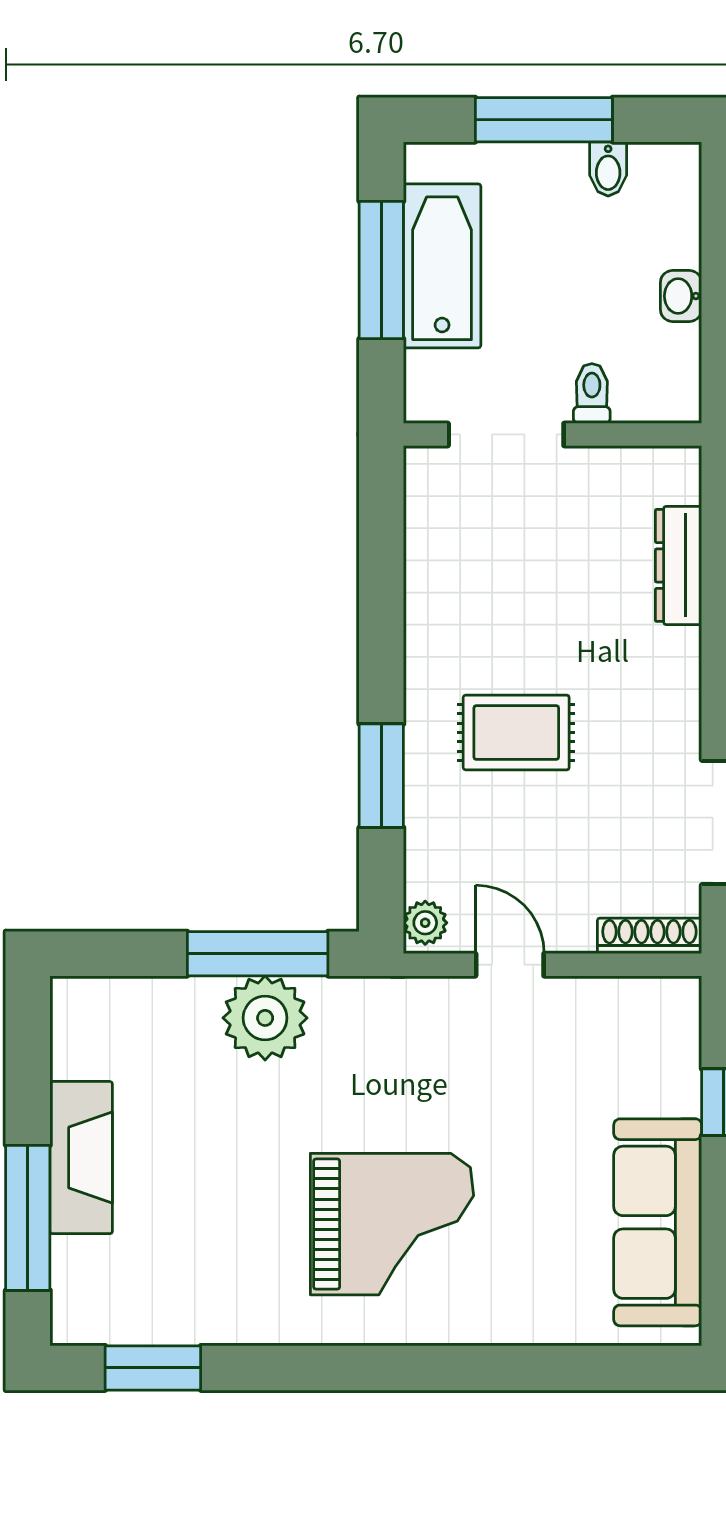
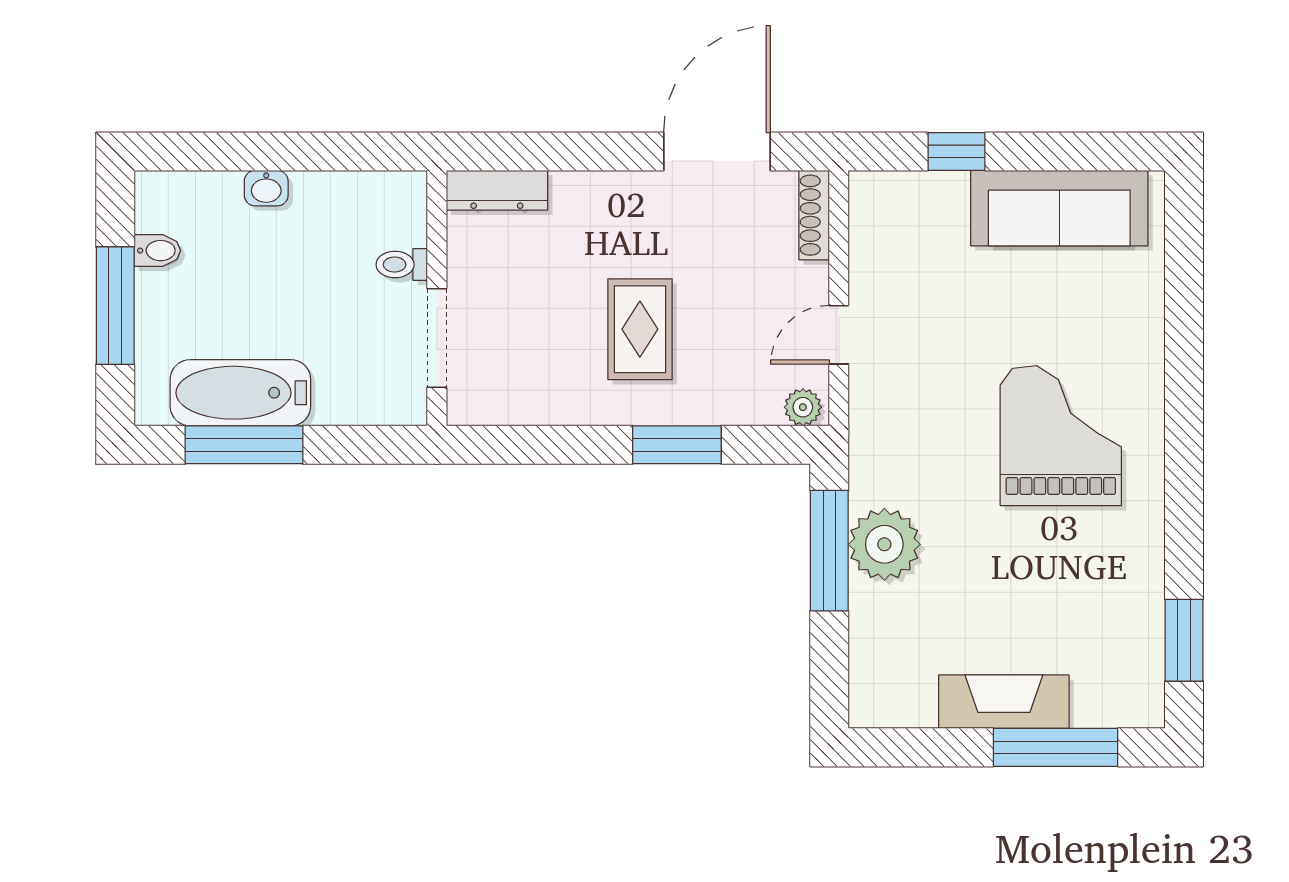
toilet: (592, 393) -> (402, 265), moved
doorway: (506, 434) -> (437, 338), moved
wall: (553, 434) -> (437, 298), moved

